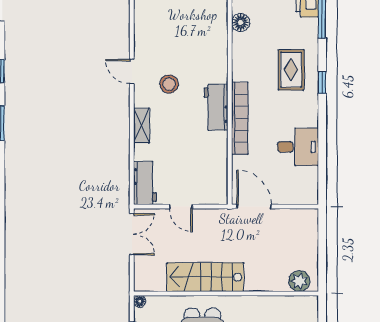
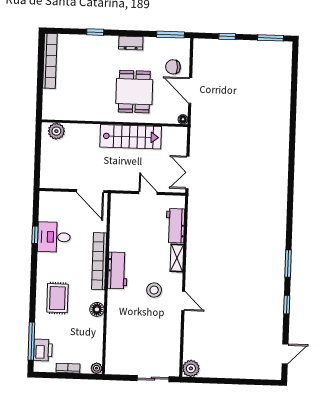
floor lamp: (241, 22) -> (97, 309), moved
window: (322, 82) -> (35, 235), moved
workbench: (145, 183) -> (175, 226), moved

